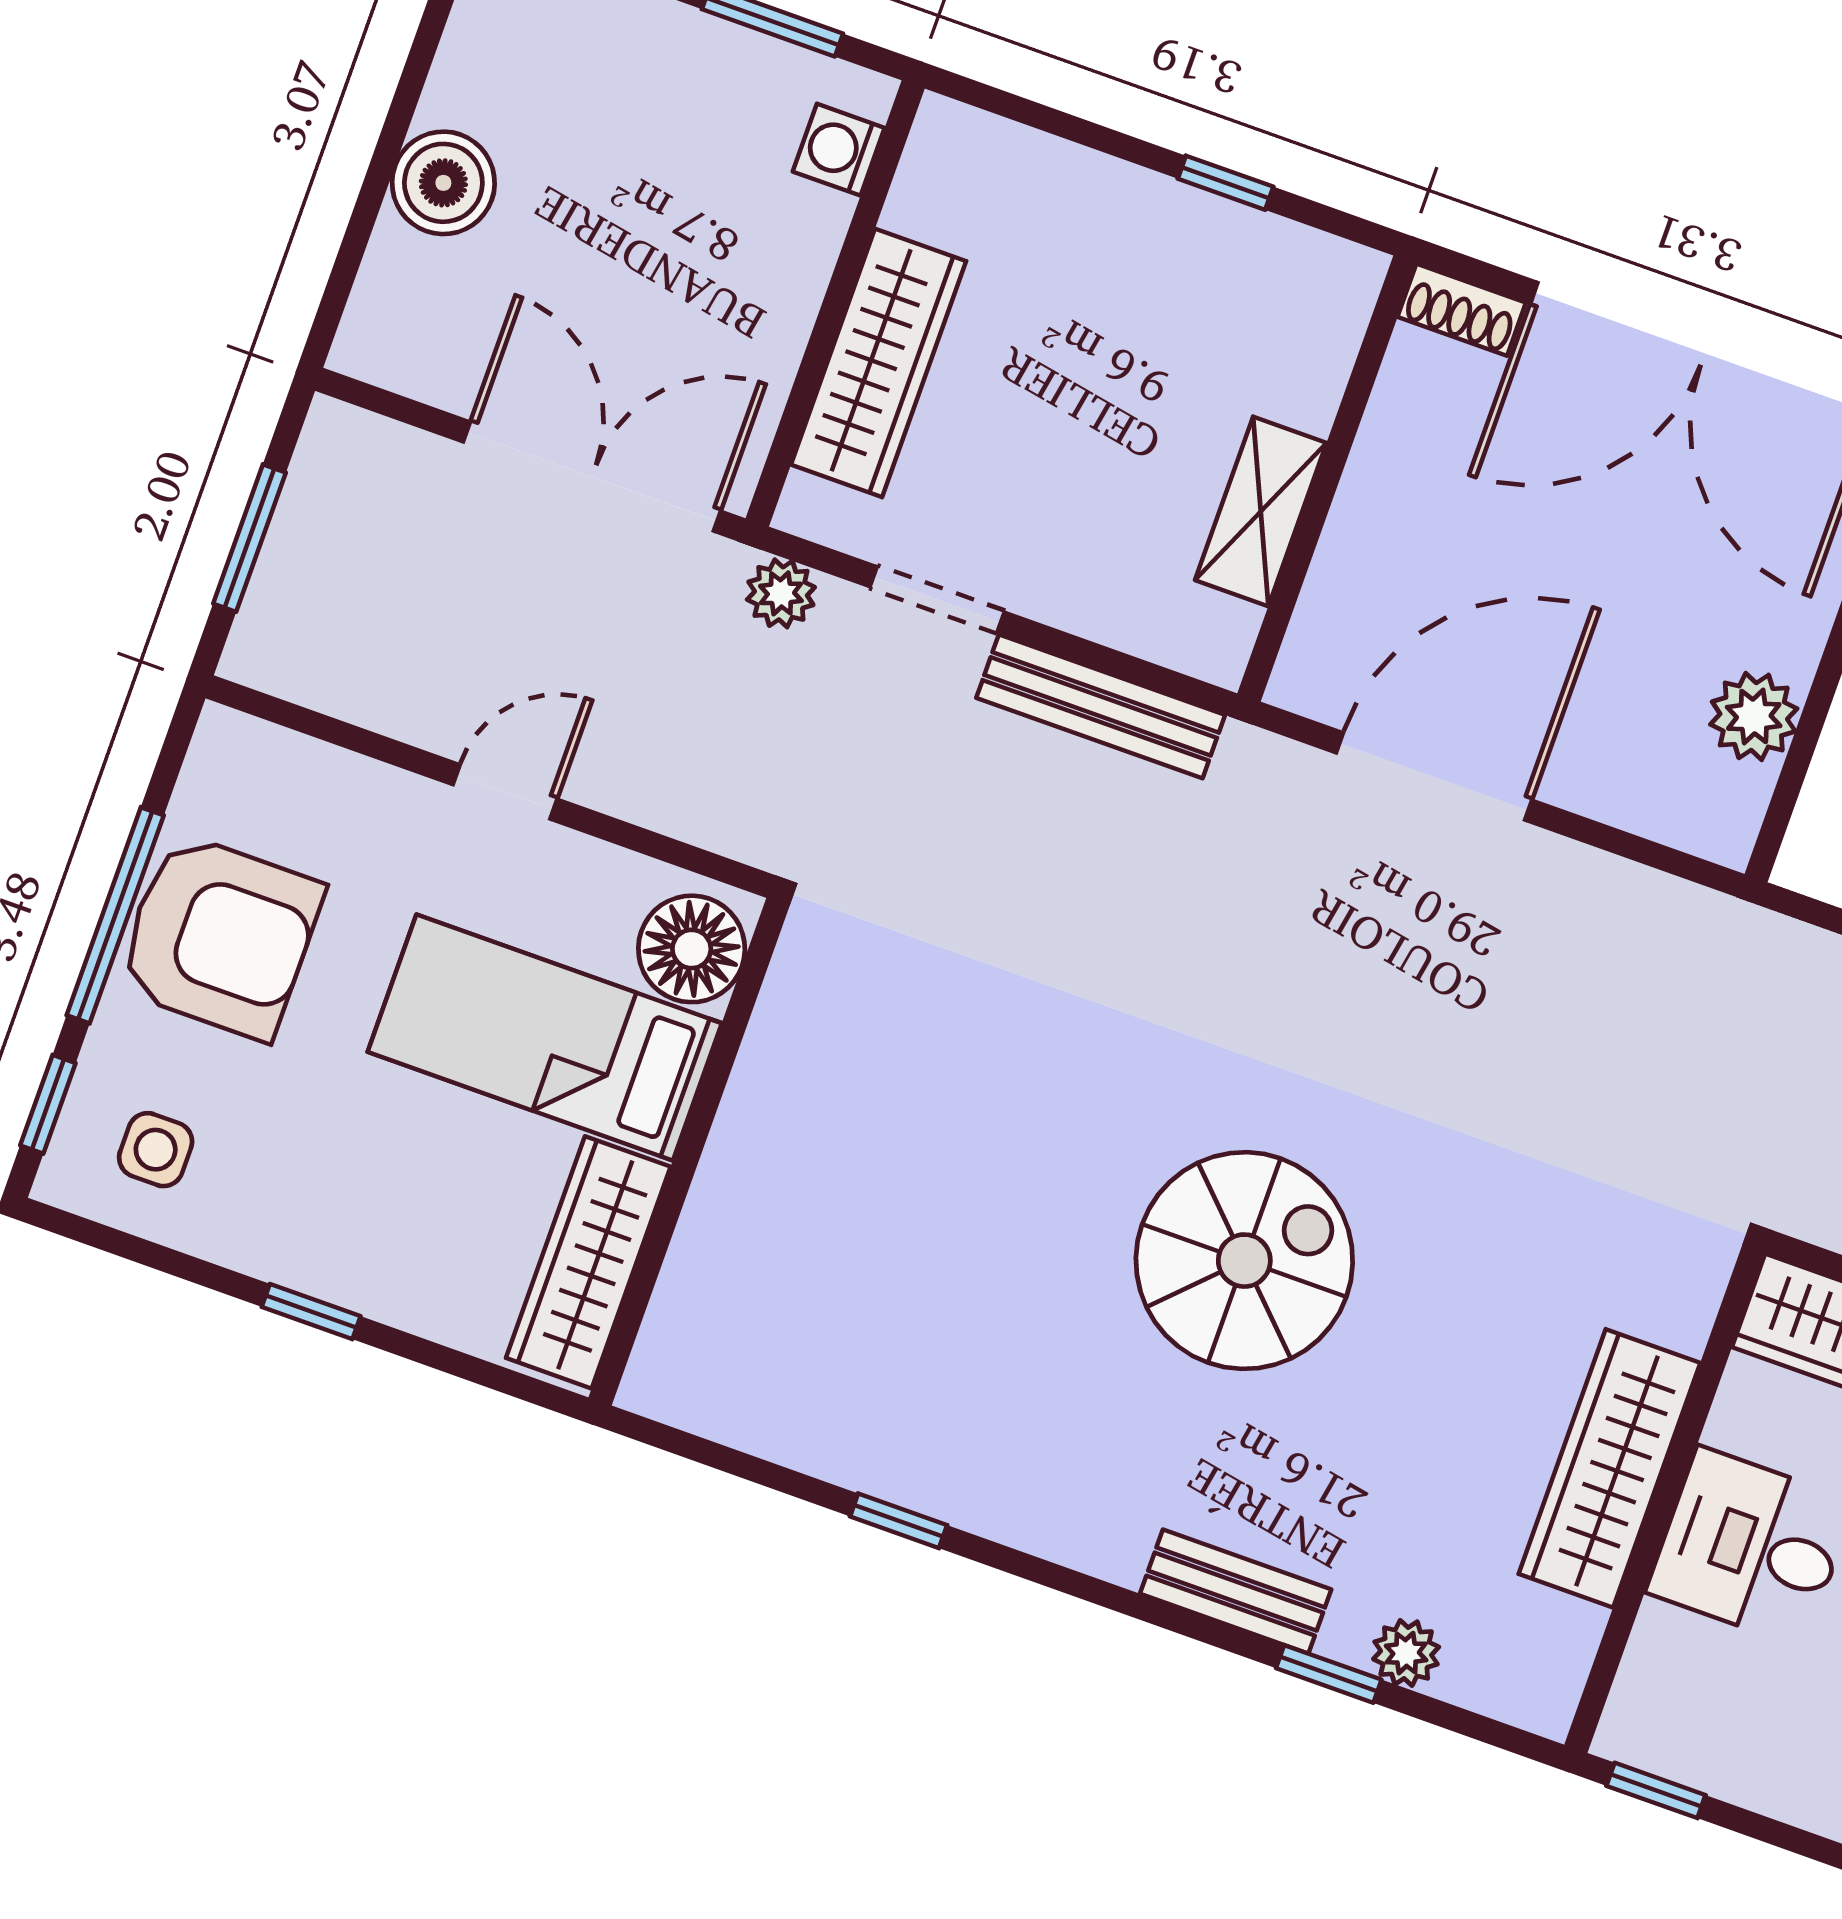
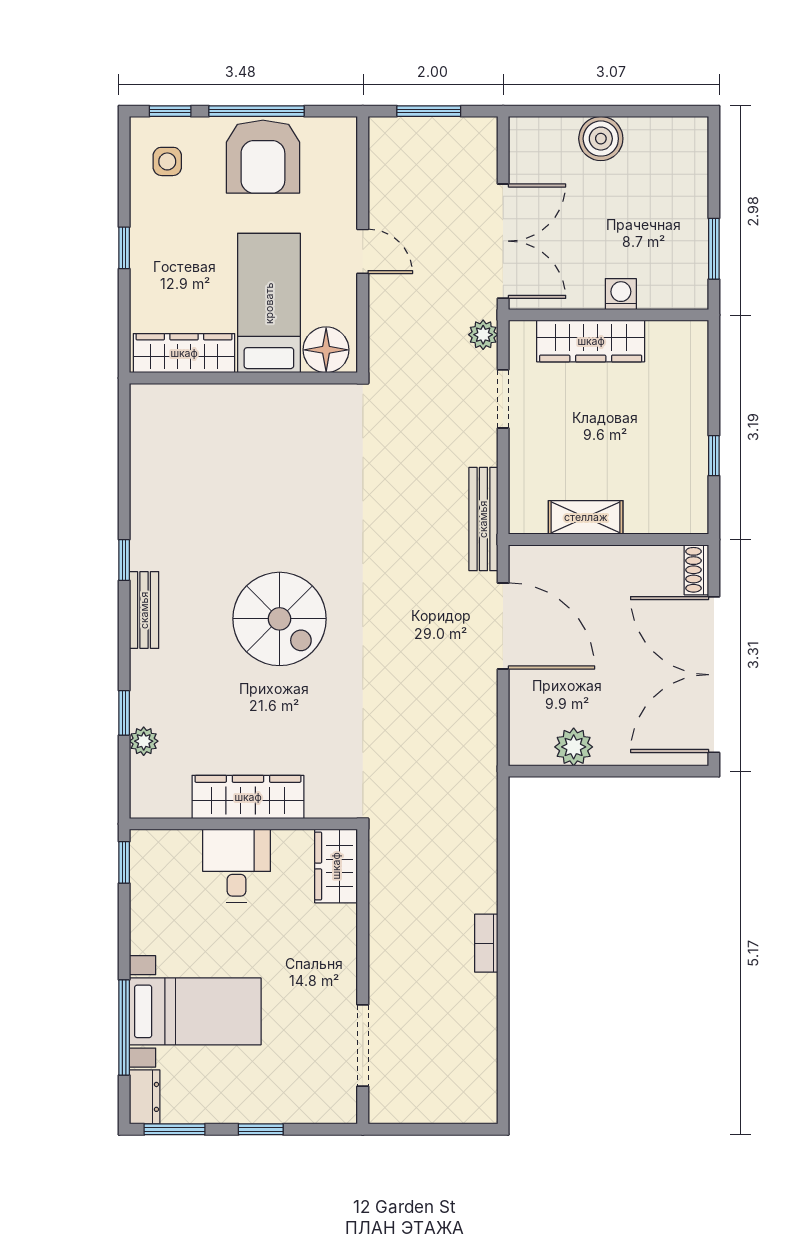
washing machine: (839, 150) -> (621, 294), moved
bench: (1101, 706) -> (483, 519), moved
window: (898, 1521) -> (124, 560), moved
bench: (1236, 1592) -> (144, 610), moved

